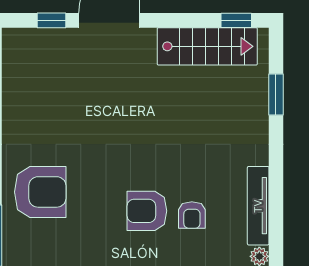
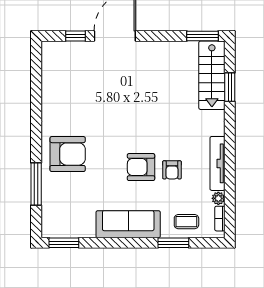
window: (236, 20) -> (202, 36), width x1.50
stairs: (207, 46) -> (212, 75), moved, turned 90

